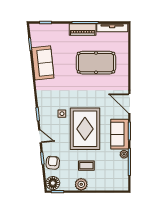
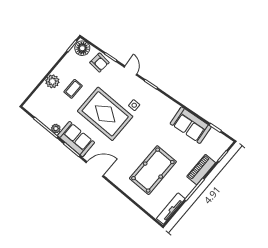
piano: (83, 29) -> (201, 170), moved
door: (40, 136) -> (131, 71), swing flipped
plant: (81, 184) -> (52, 81), moved

